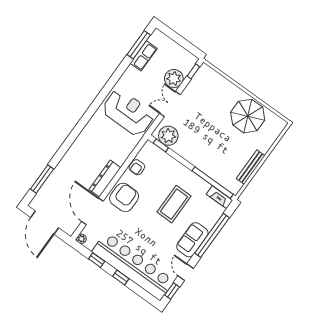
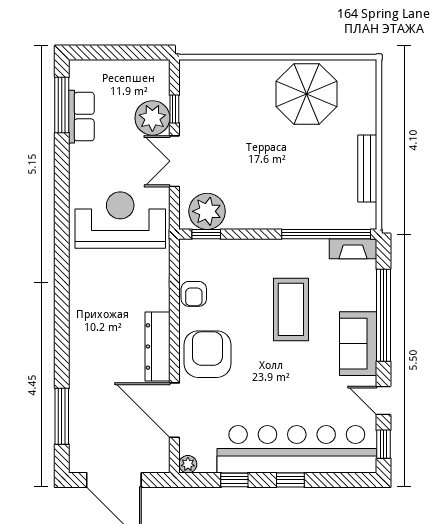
window: (193, 71) -> (174, 109), moved

